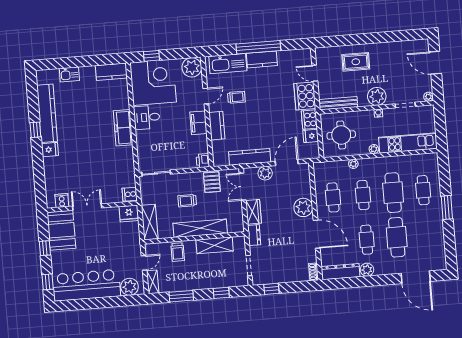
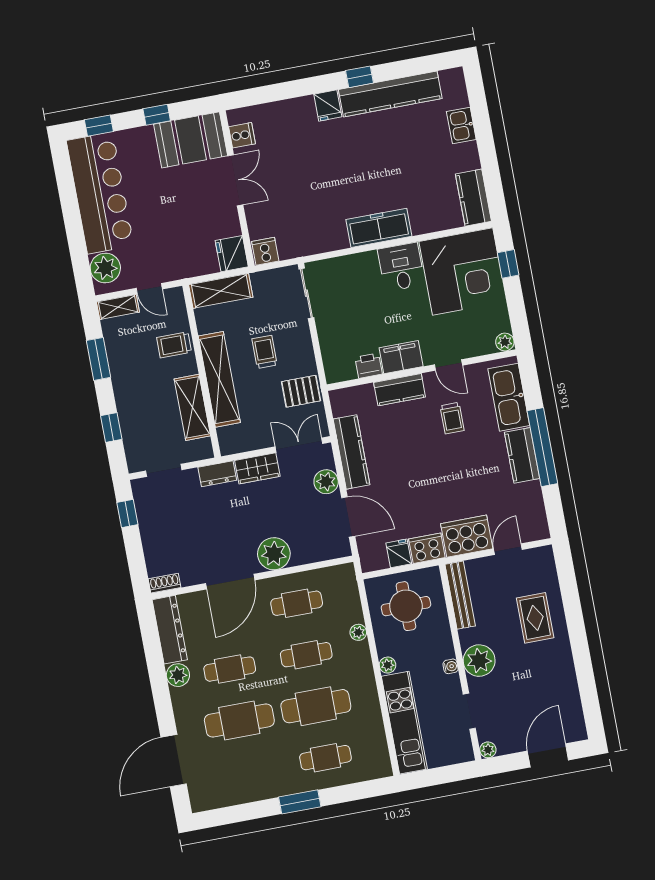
plant: (192, 67) -> (505, 342), width x0.53, depth x0.53
printer: (203, 161) -> (369, 366), moved

